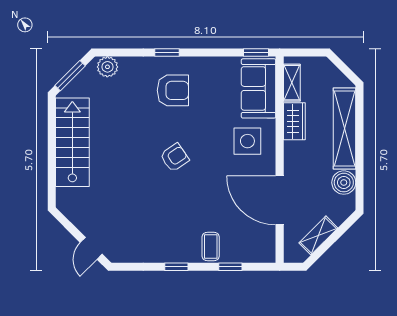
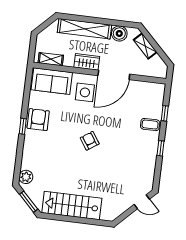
window: (167, 53) -> (23, 126), moved
window: (256, 53) -> (28, 80), removed
armchair: (173, 90) -> (38, 120), moved
wardrobe: (294, 121) -> (87, 62), moved
door: (280, 200) -> (114, 75), moved
shelving: (318, 235) -> (145, 46), moved

